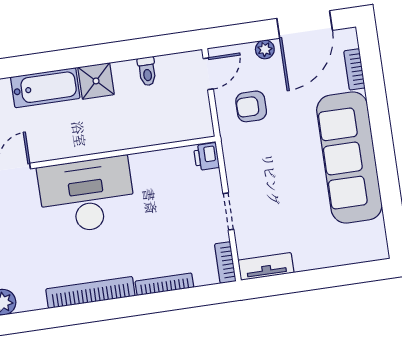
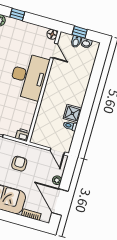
shower: (96, 81) -> (72, 113), moved
bathtub: (45, 88) -> (83, 79), removed
armchair: (251, 106) -> (19, 164), moved

